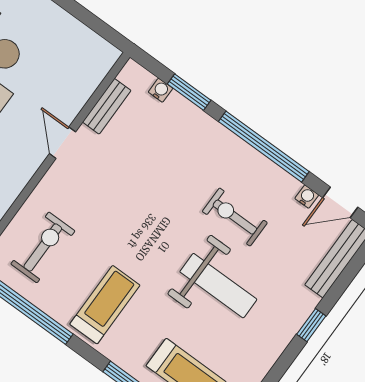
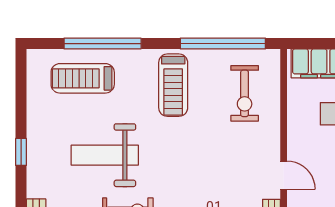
window: (311, 325) -> (21, 152), moved

